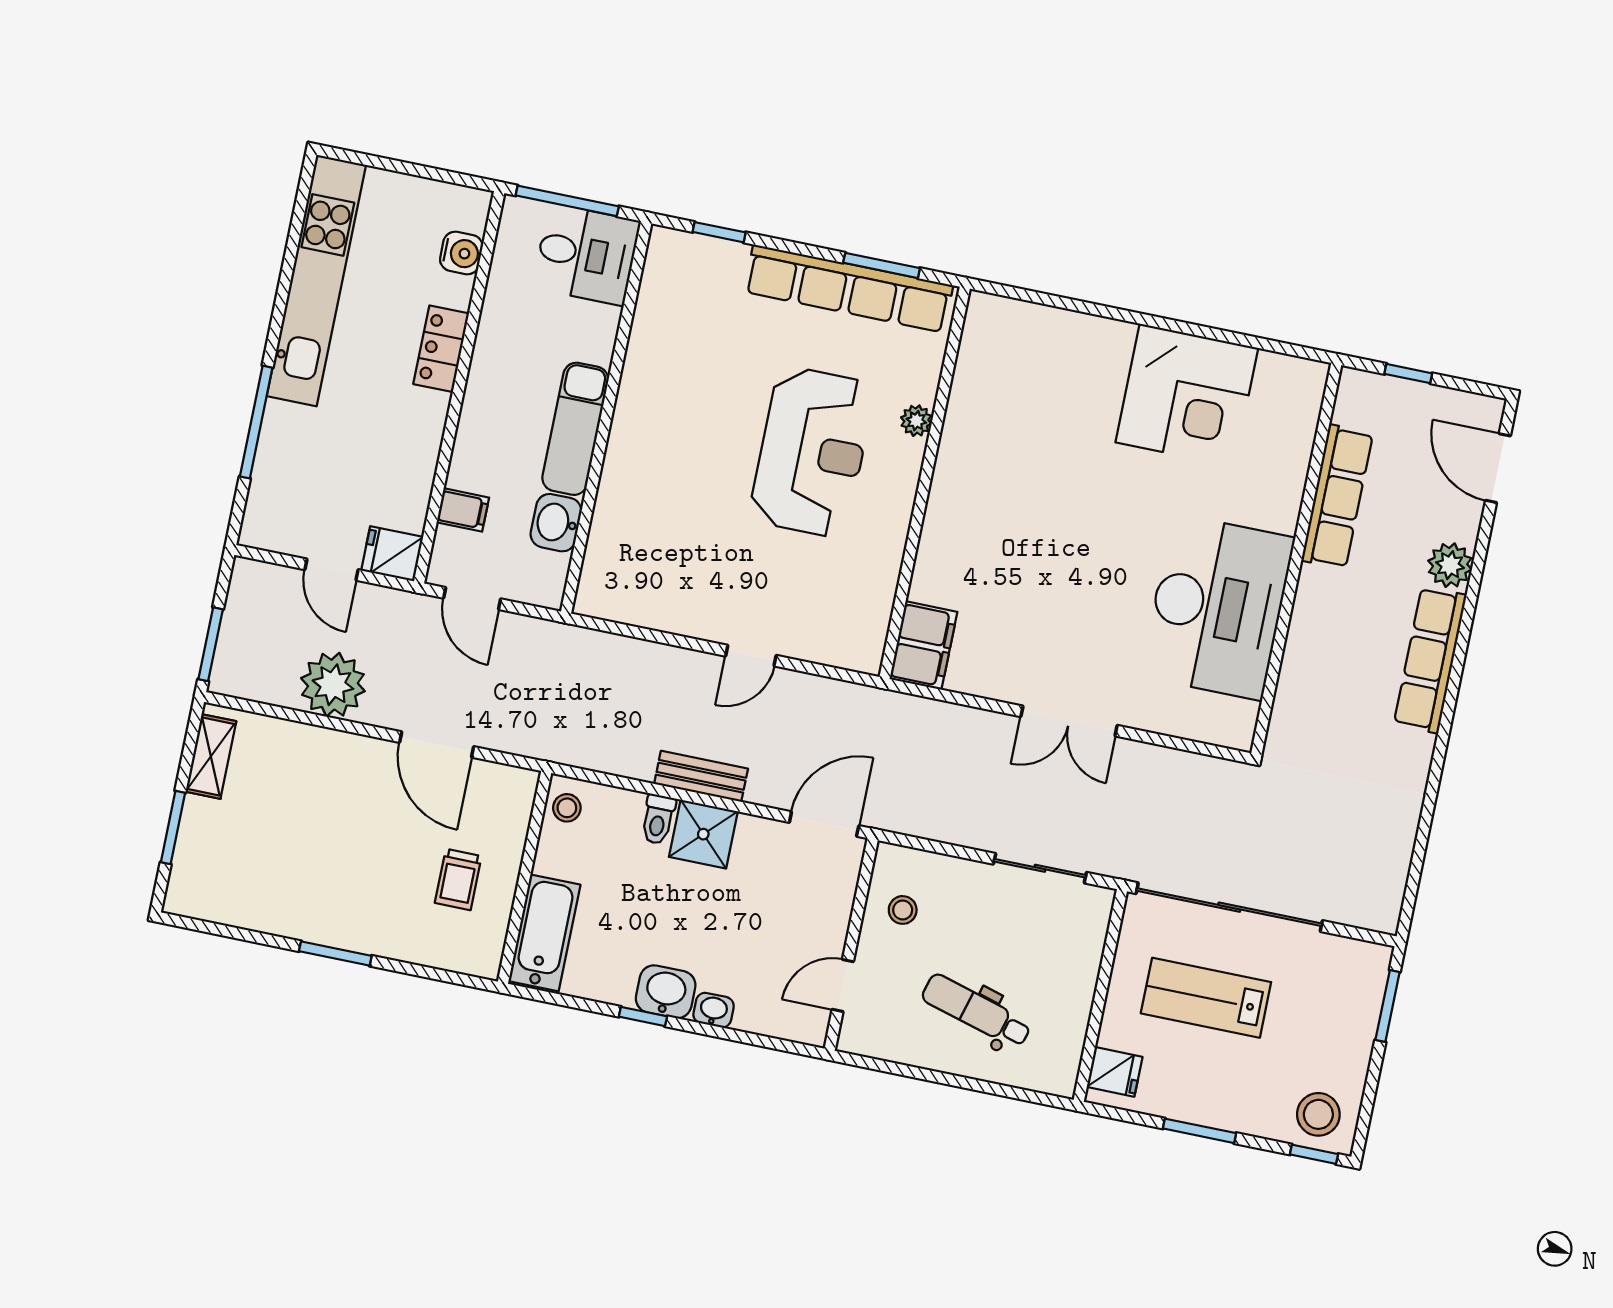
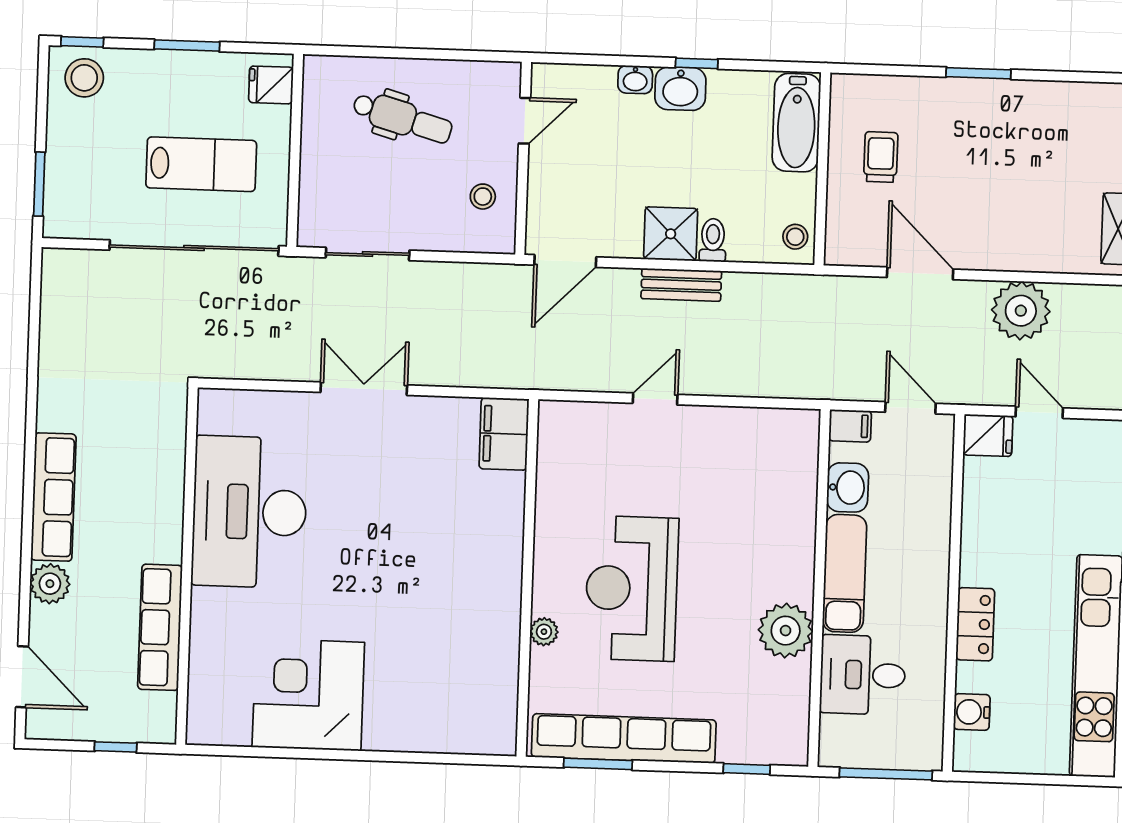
desk: (587, 255) -> (863, 675), moved
plant: (651, 377) -> (786, 631), added
filing cabinet: (463, 510) -> (850, 426), moved, turned 180

